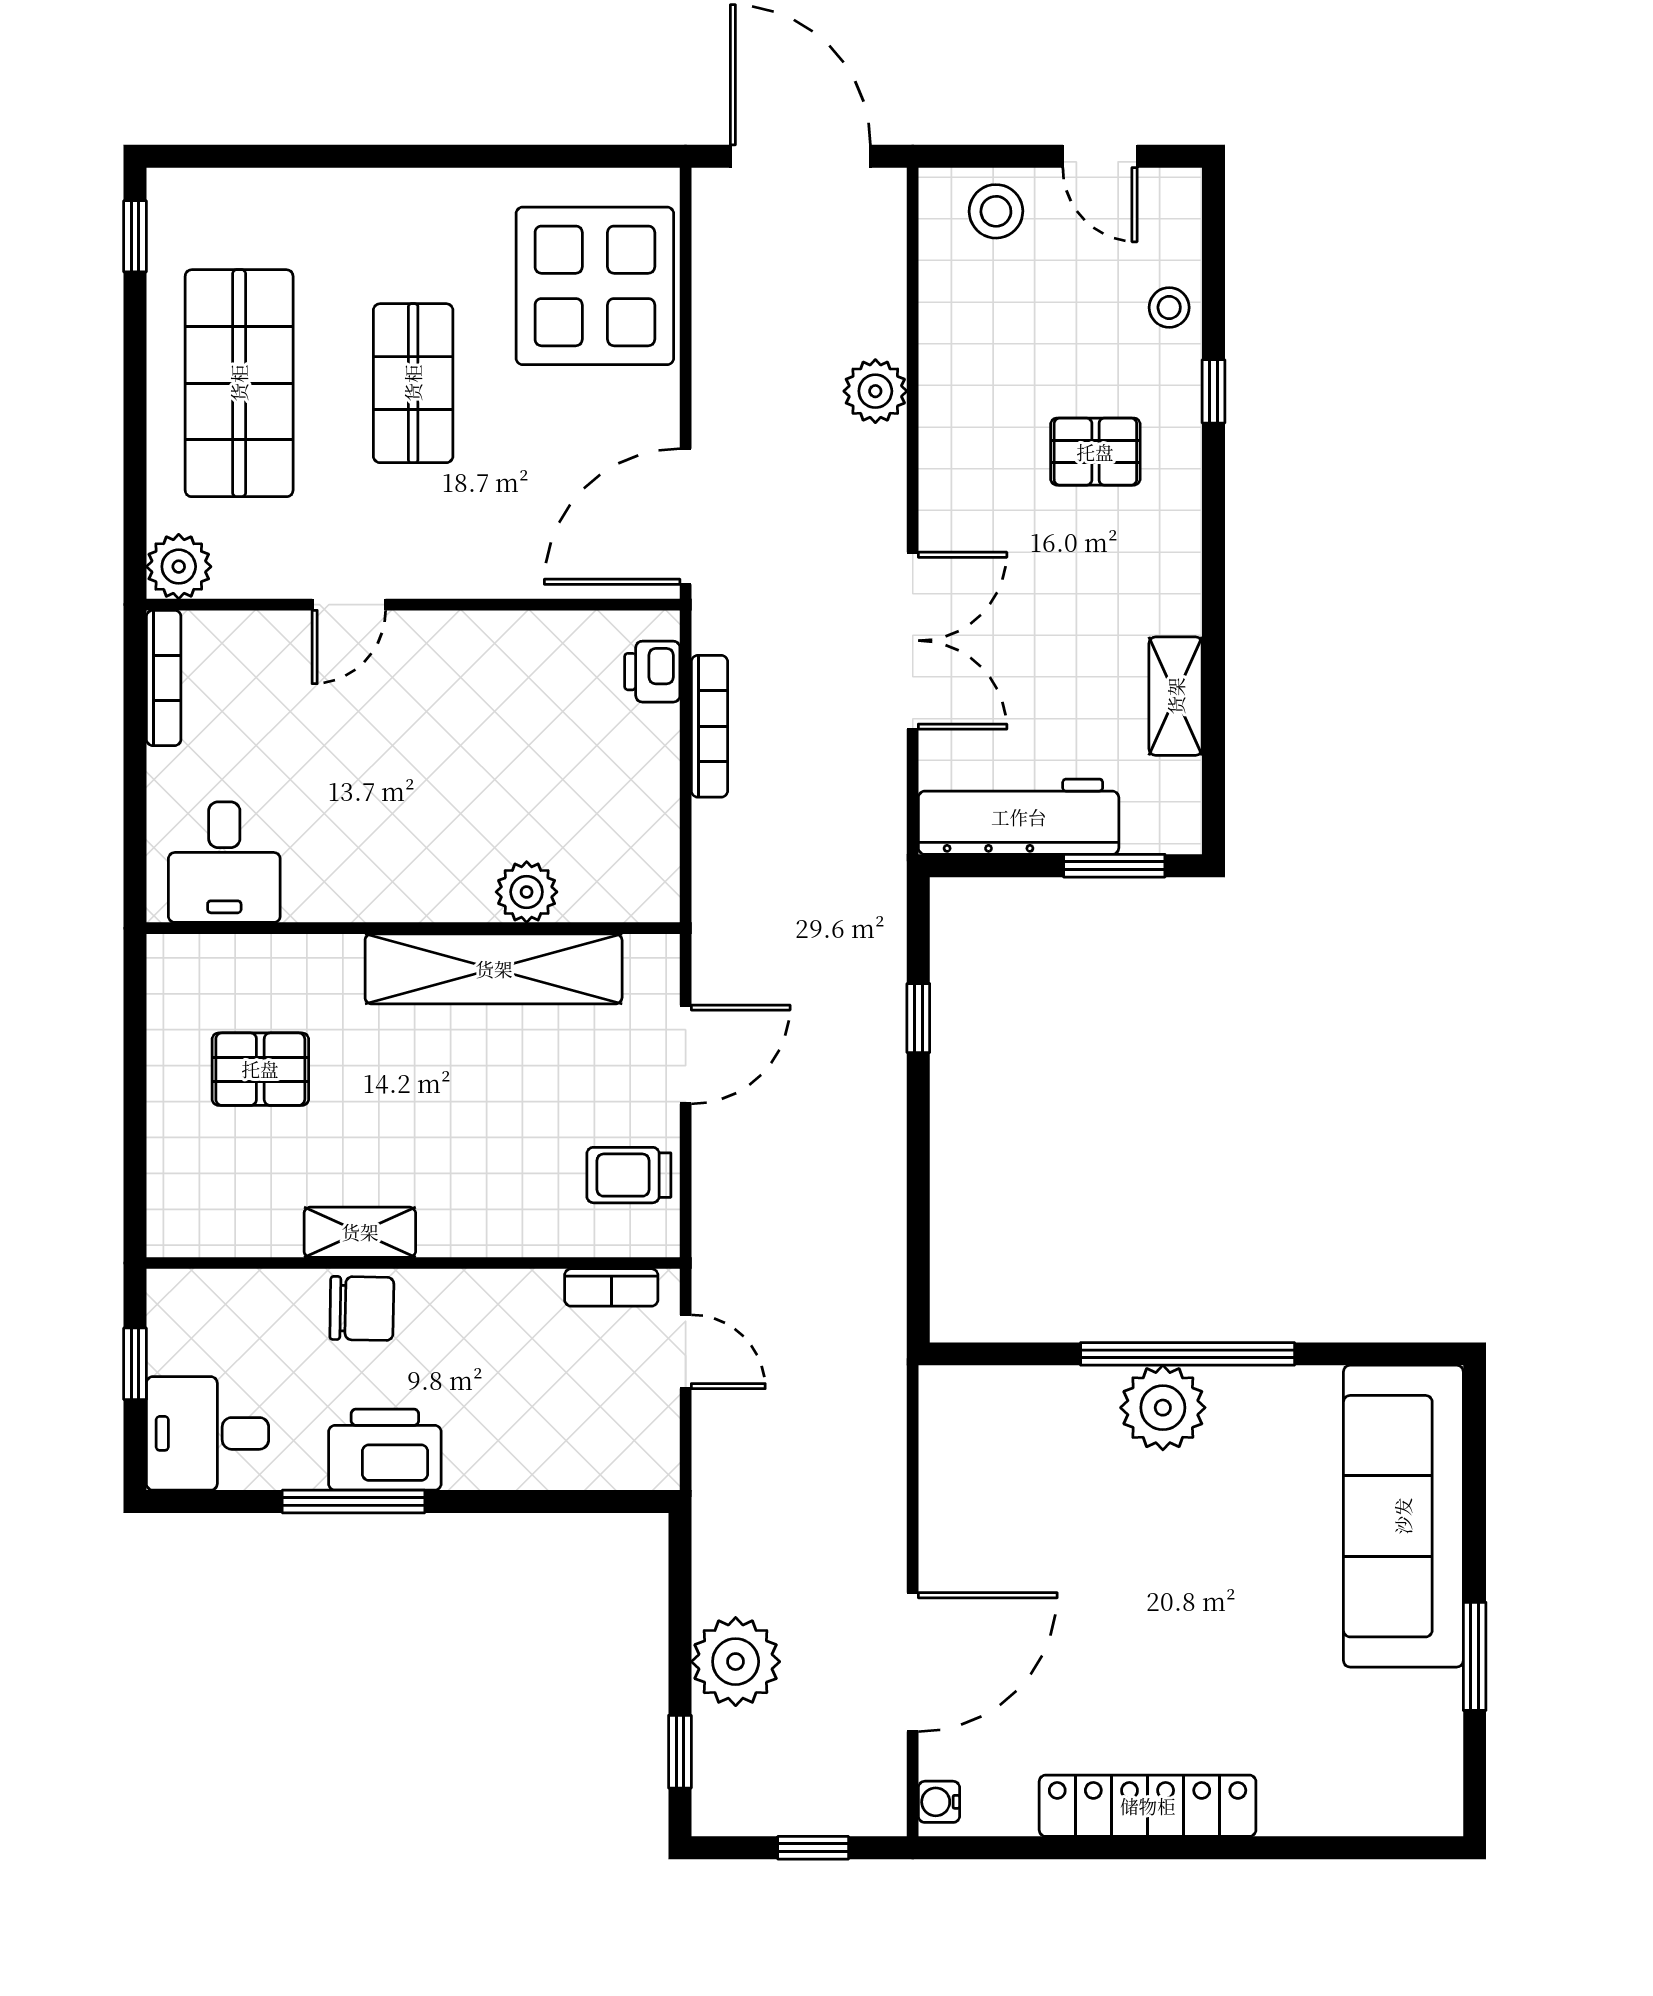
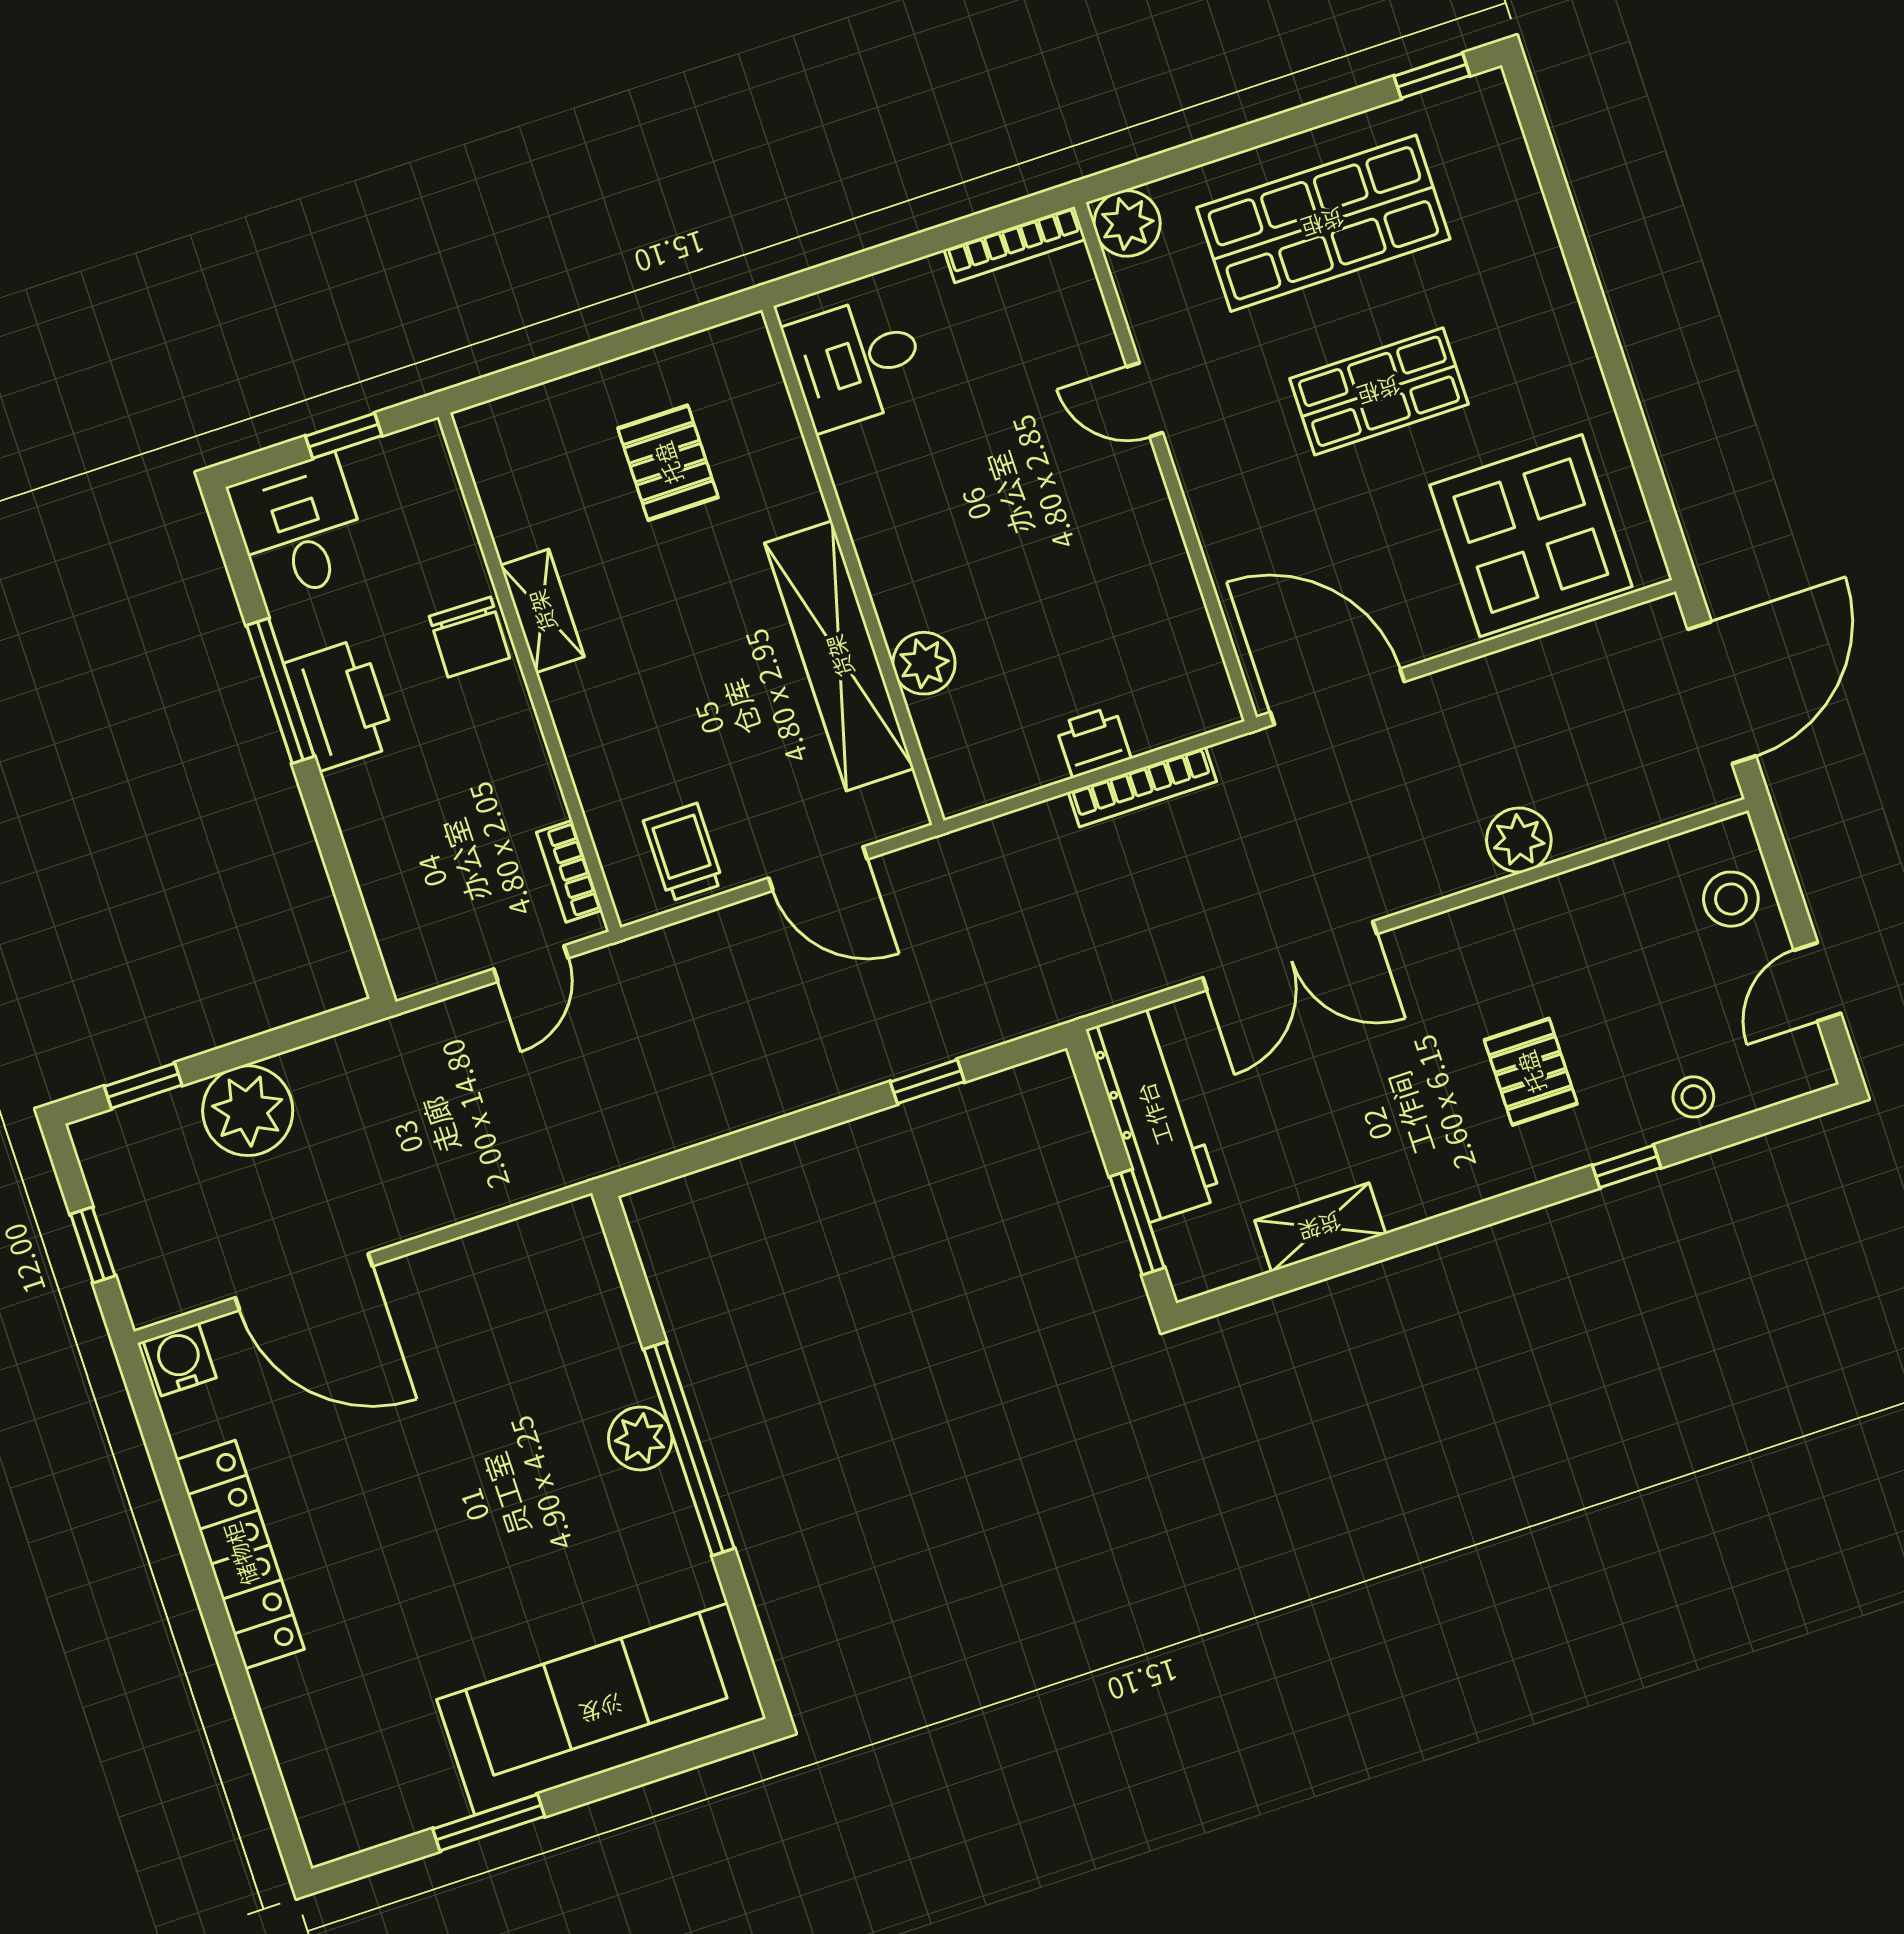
printer: (652, 672) -> (1093, 742), moved
plant: (1163, 1408) -> (640, 1438), width x0.73, depth x0.73
water cooler: (939, 1802) -> (180, 1359), width x1.38, depth x1.38

